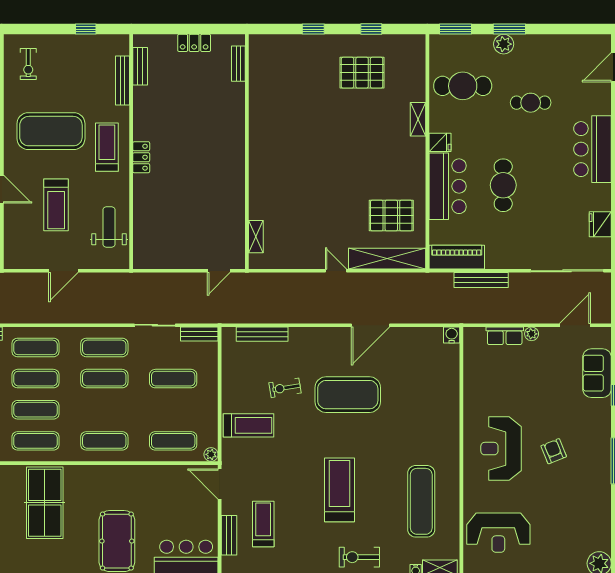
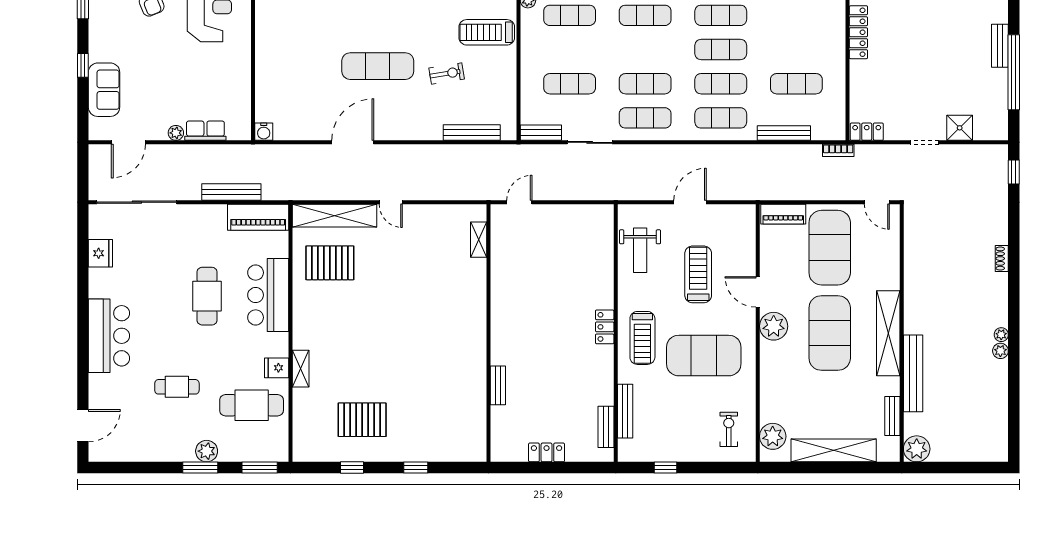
bench: (238, 64) -> (498, 385), moved
fridge: (440, 142) -> (277, 368), moved
exercise mat: (348, 395) -> (378, 66), width x0.68

